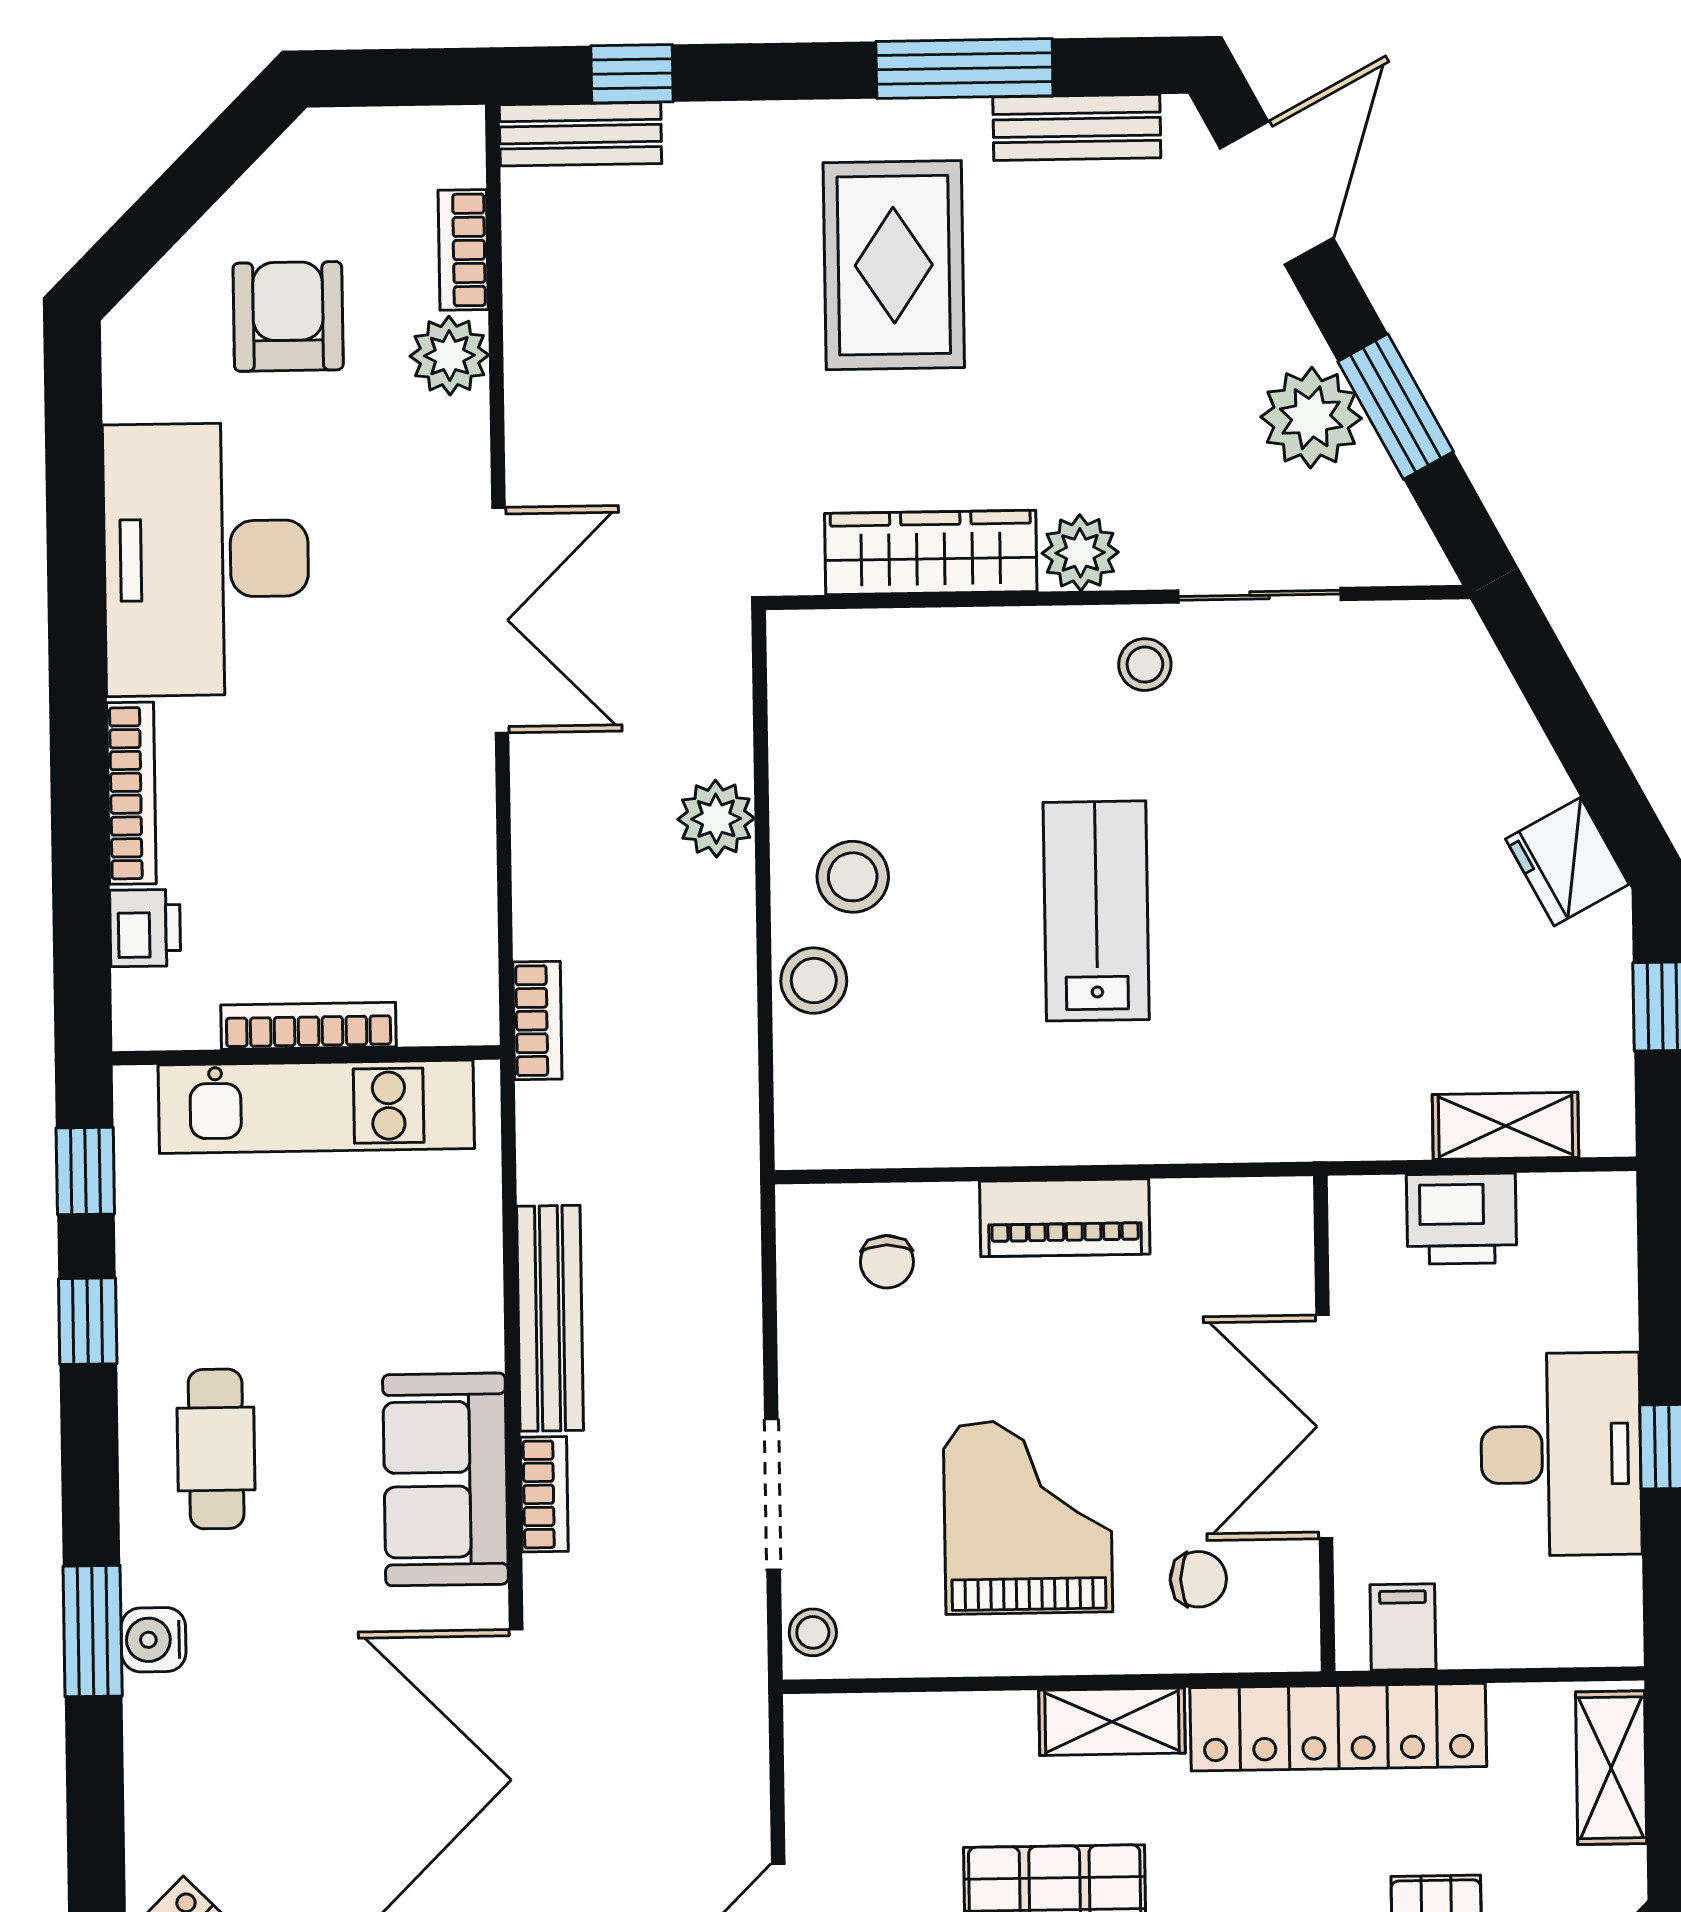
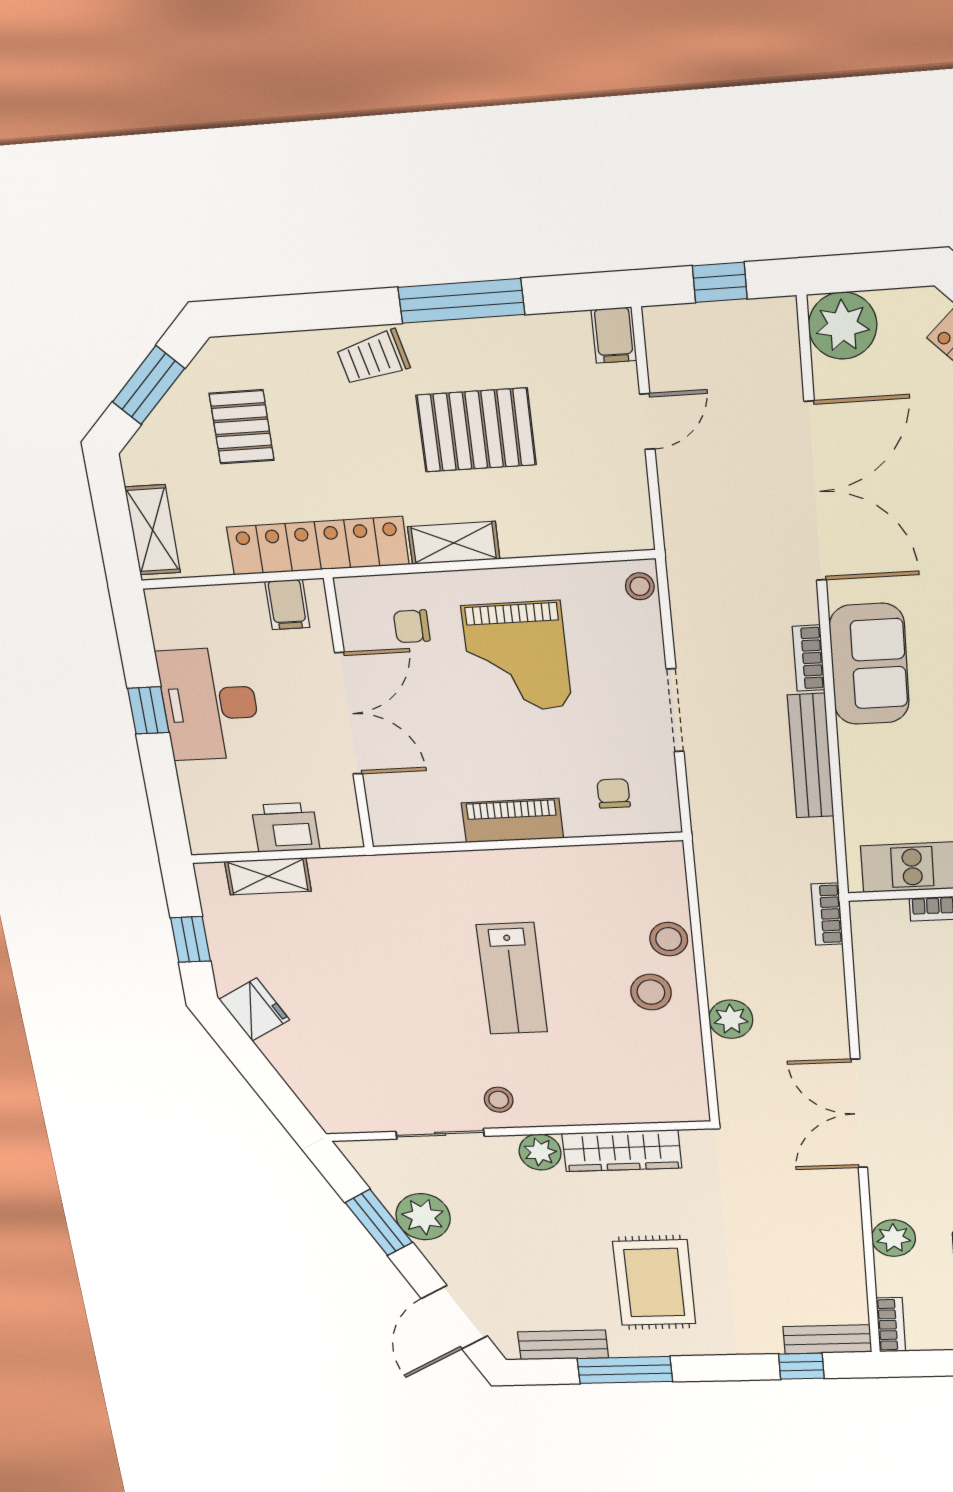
bookcase: (463, 250) -> (891, 1325), moved
doorway: (772, 1495) -> (675, 710), moved

